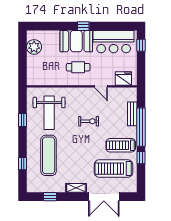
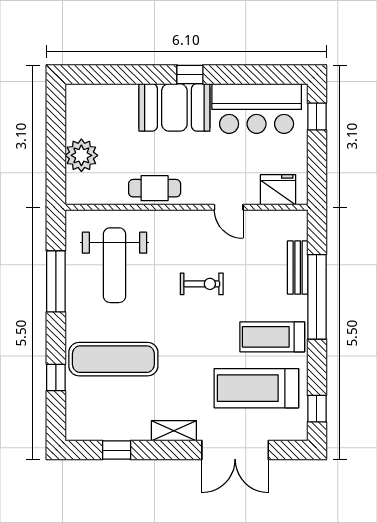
plant: (34, 47) -> (81, 155), moved
cafe table: (78, 67) -> (155, 188), moved
window: (22, 120) -> (56, 281), width x2.17
exercise mat: (49, 155) -> (113, 359), turned 90
window: (141, 158) -> (317, 409), moved

